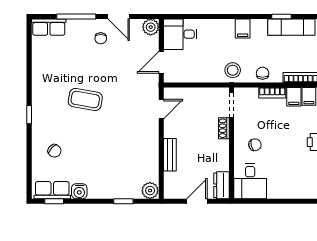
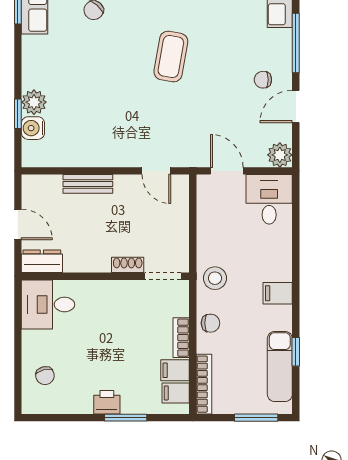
chair: (255, 145) -> (45, 376), moved
water cooler: (79, 191) -> (33, 128), moved
plant: (150, 191) -> (34, 102), moved

